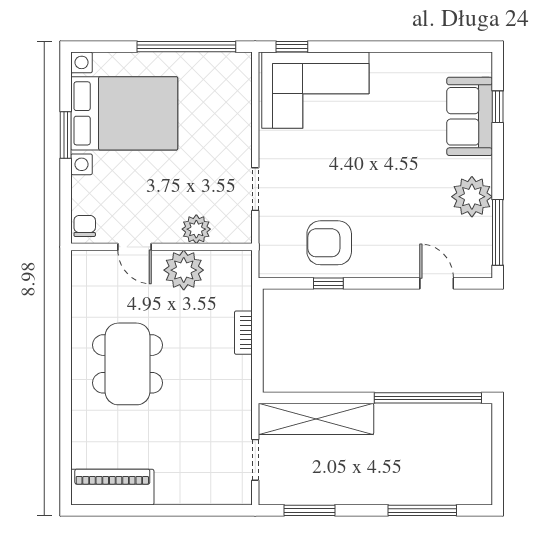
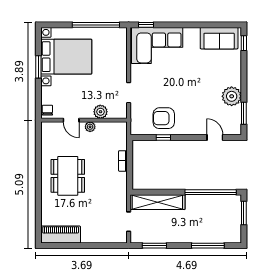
window: (498, 107) -> (244, 43), moved
sofa: (470, 116) -> (219, 38), moved, turned -90
window: (498, 232) -> (244, 113), width x0.69
plant: (184, 270) -> (90, 127), width x0.53, depth x0.53
window: (498, 442) -> (244, 213), added

